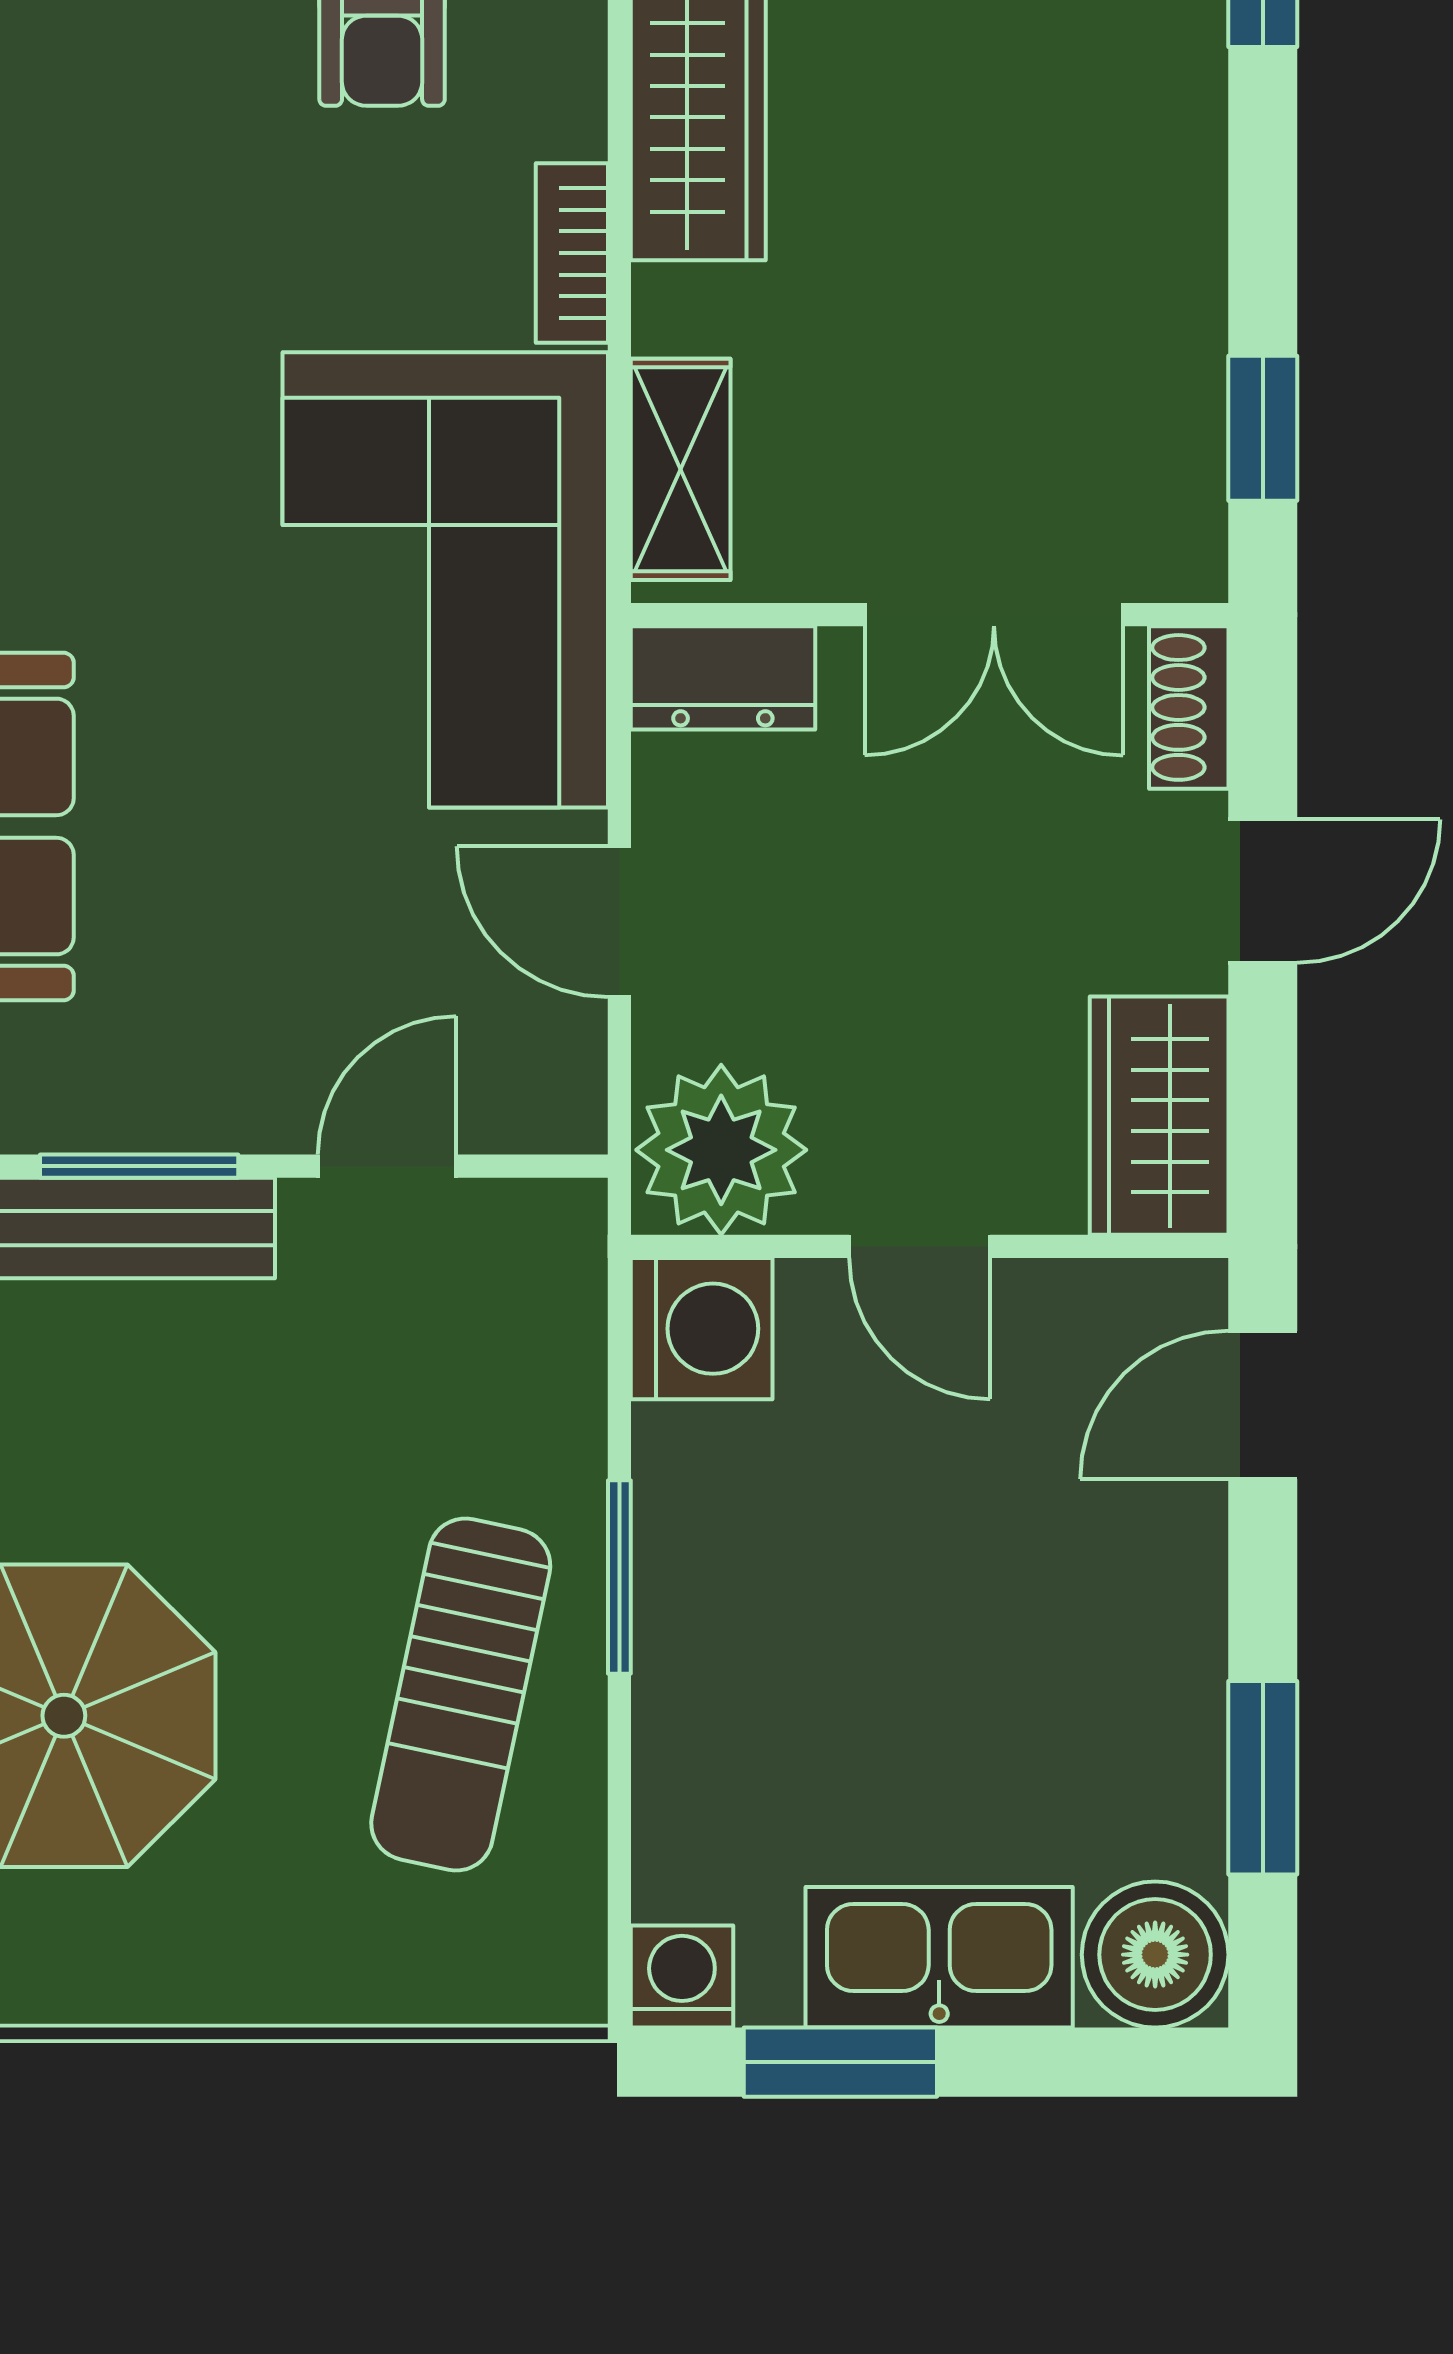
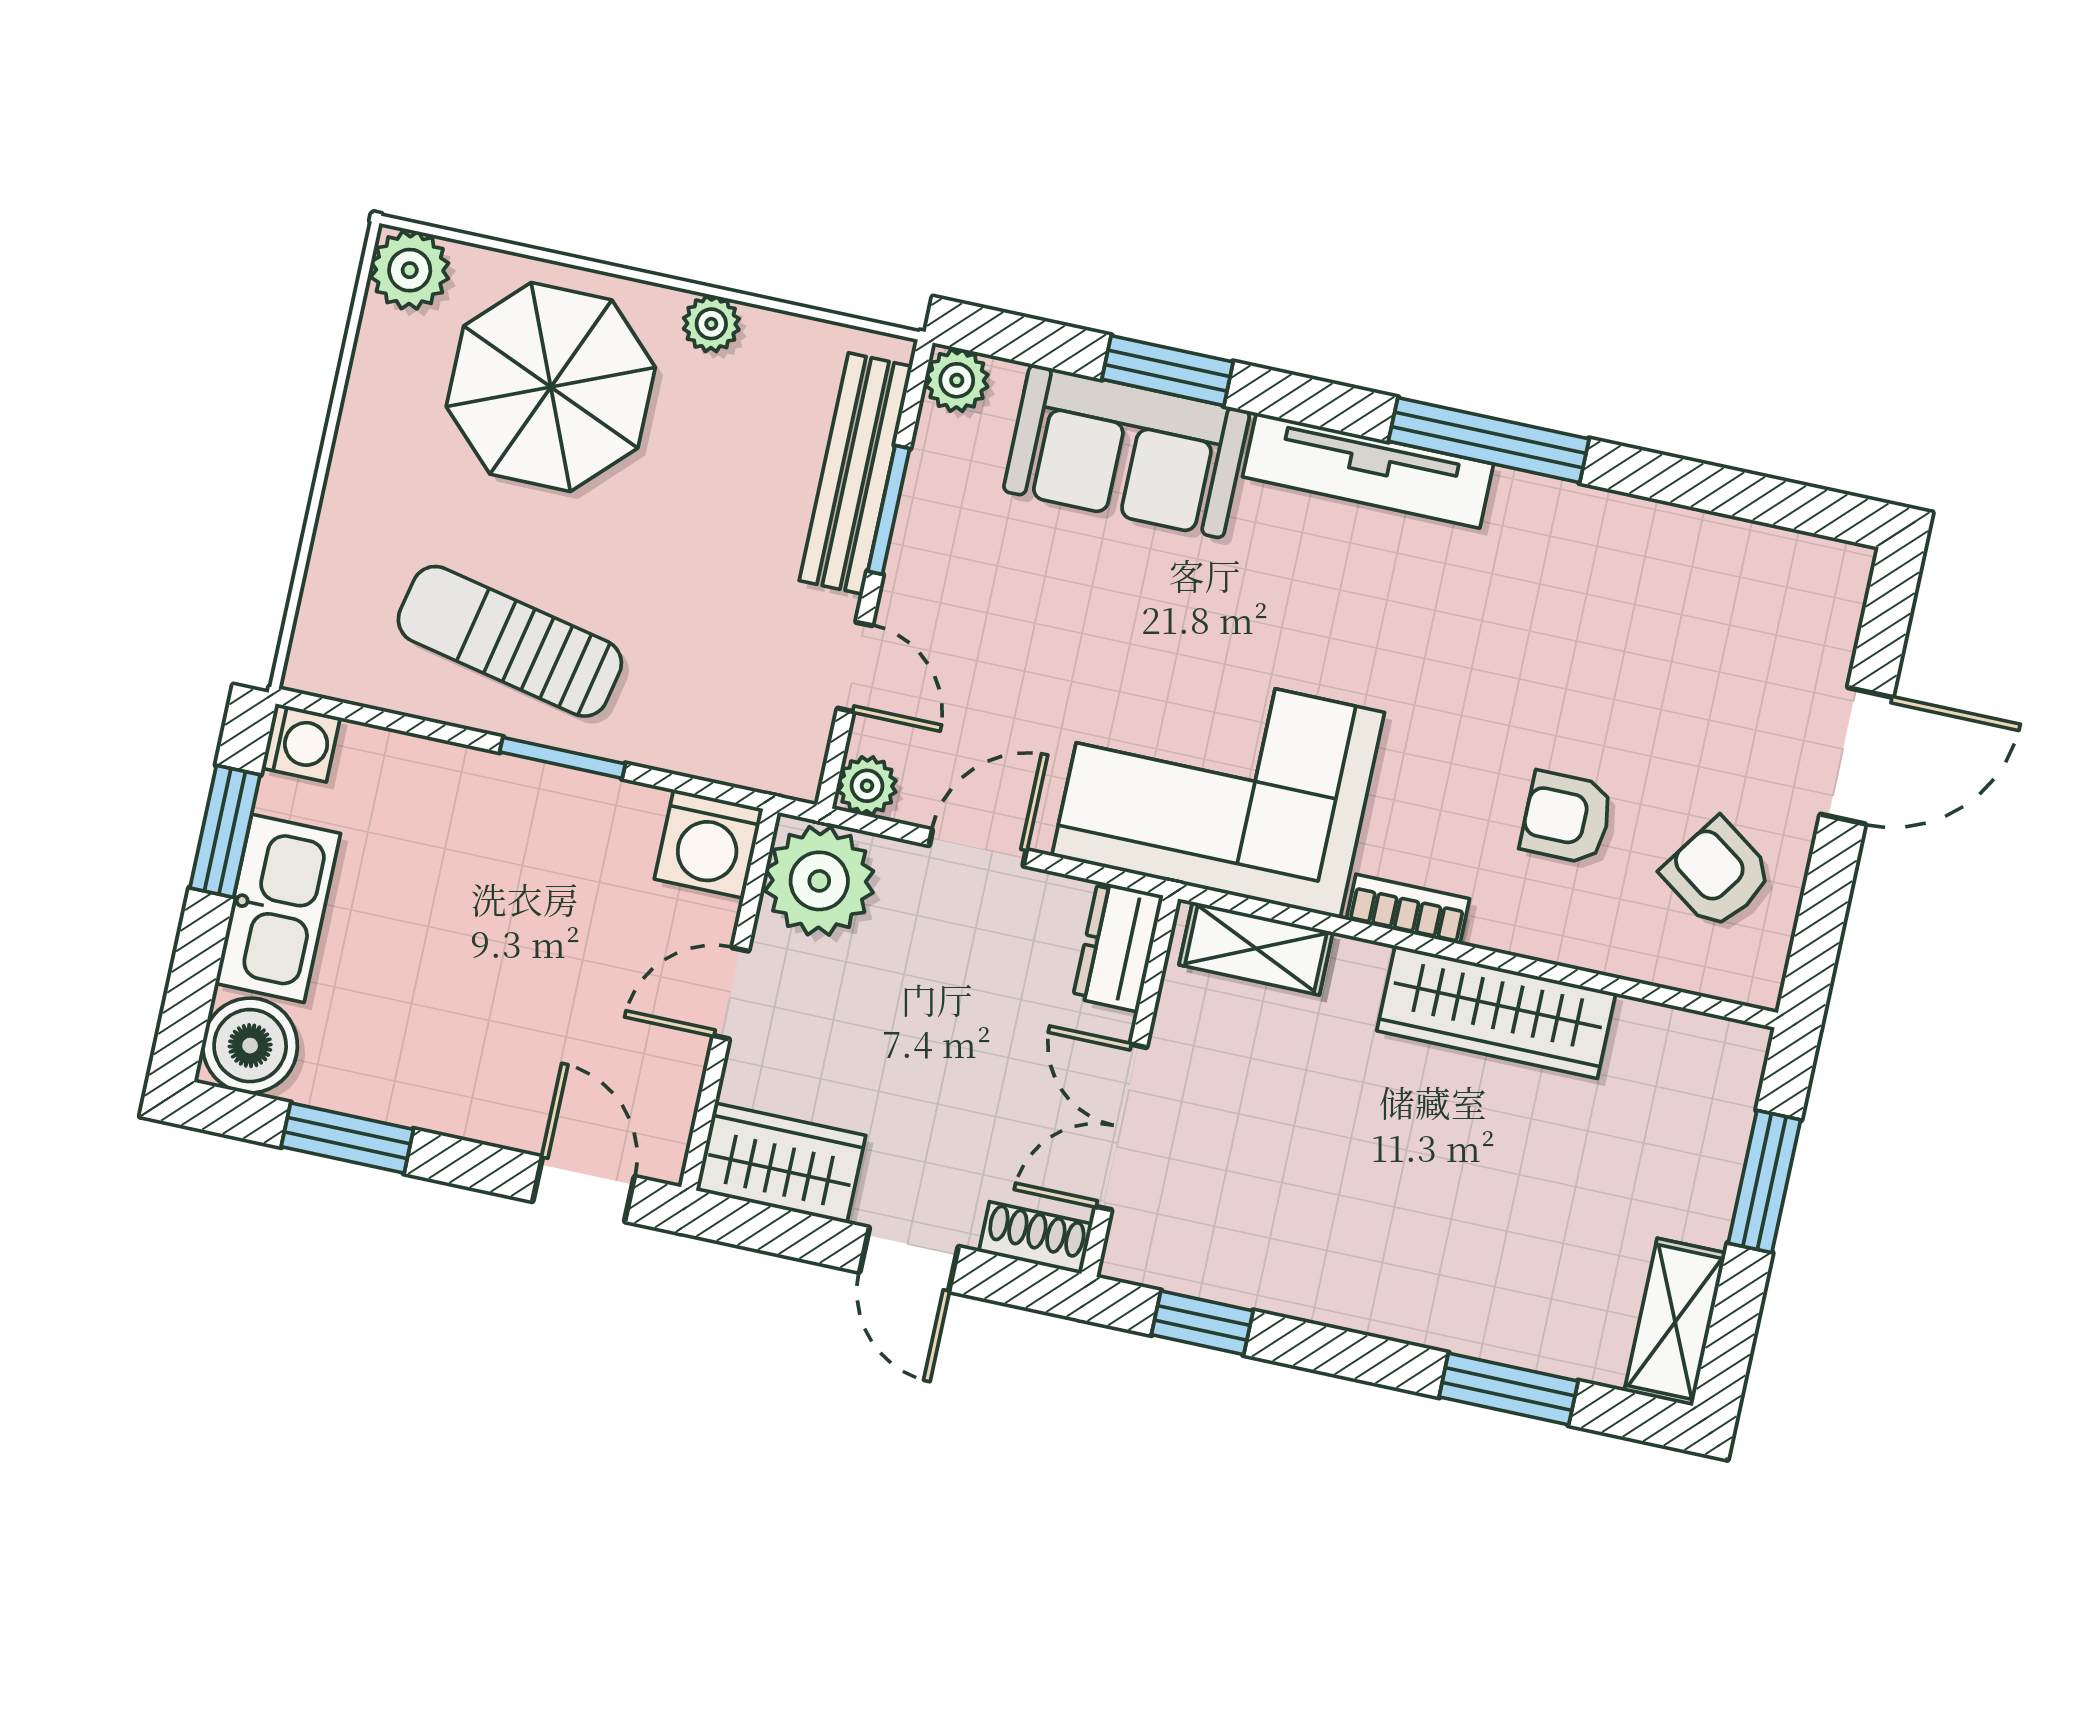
plant: (562, 1109) -> (867, 786), added

